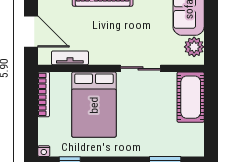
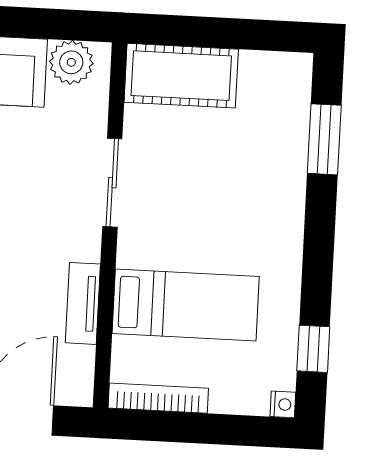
tv unit: (70, 58) -> (83, 303), moved
bed: (94, 105) -> (186, 305), width x0.67

